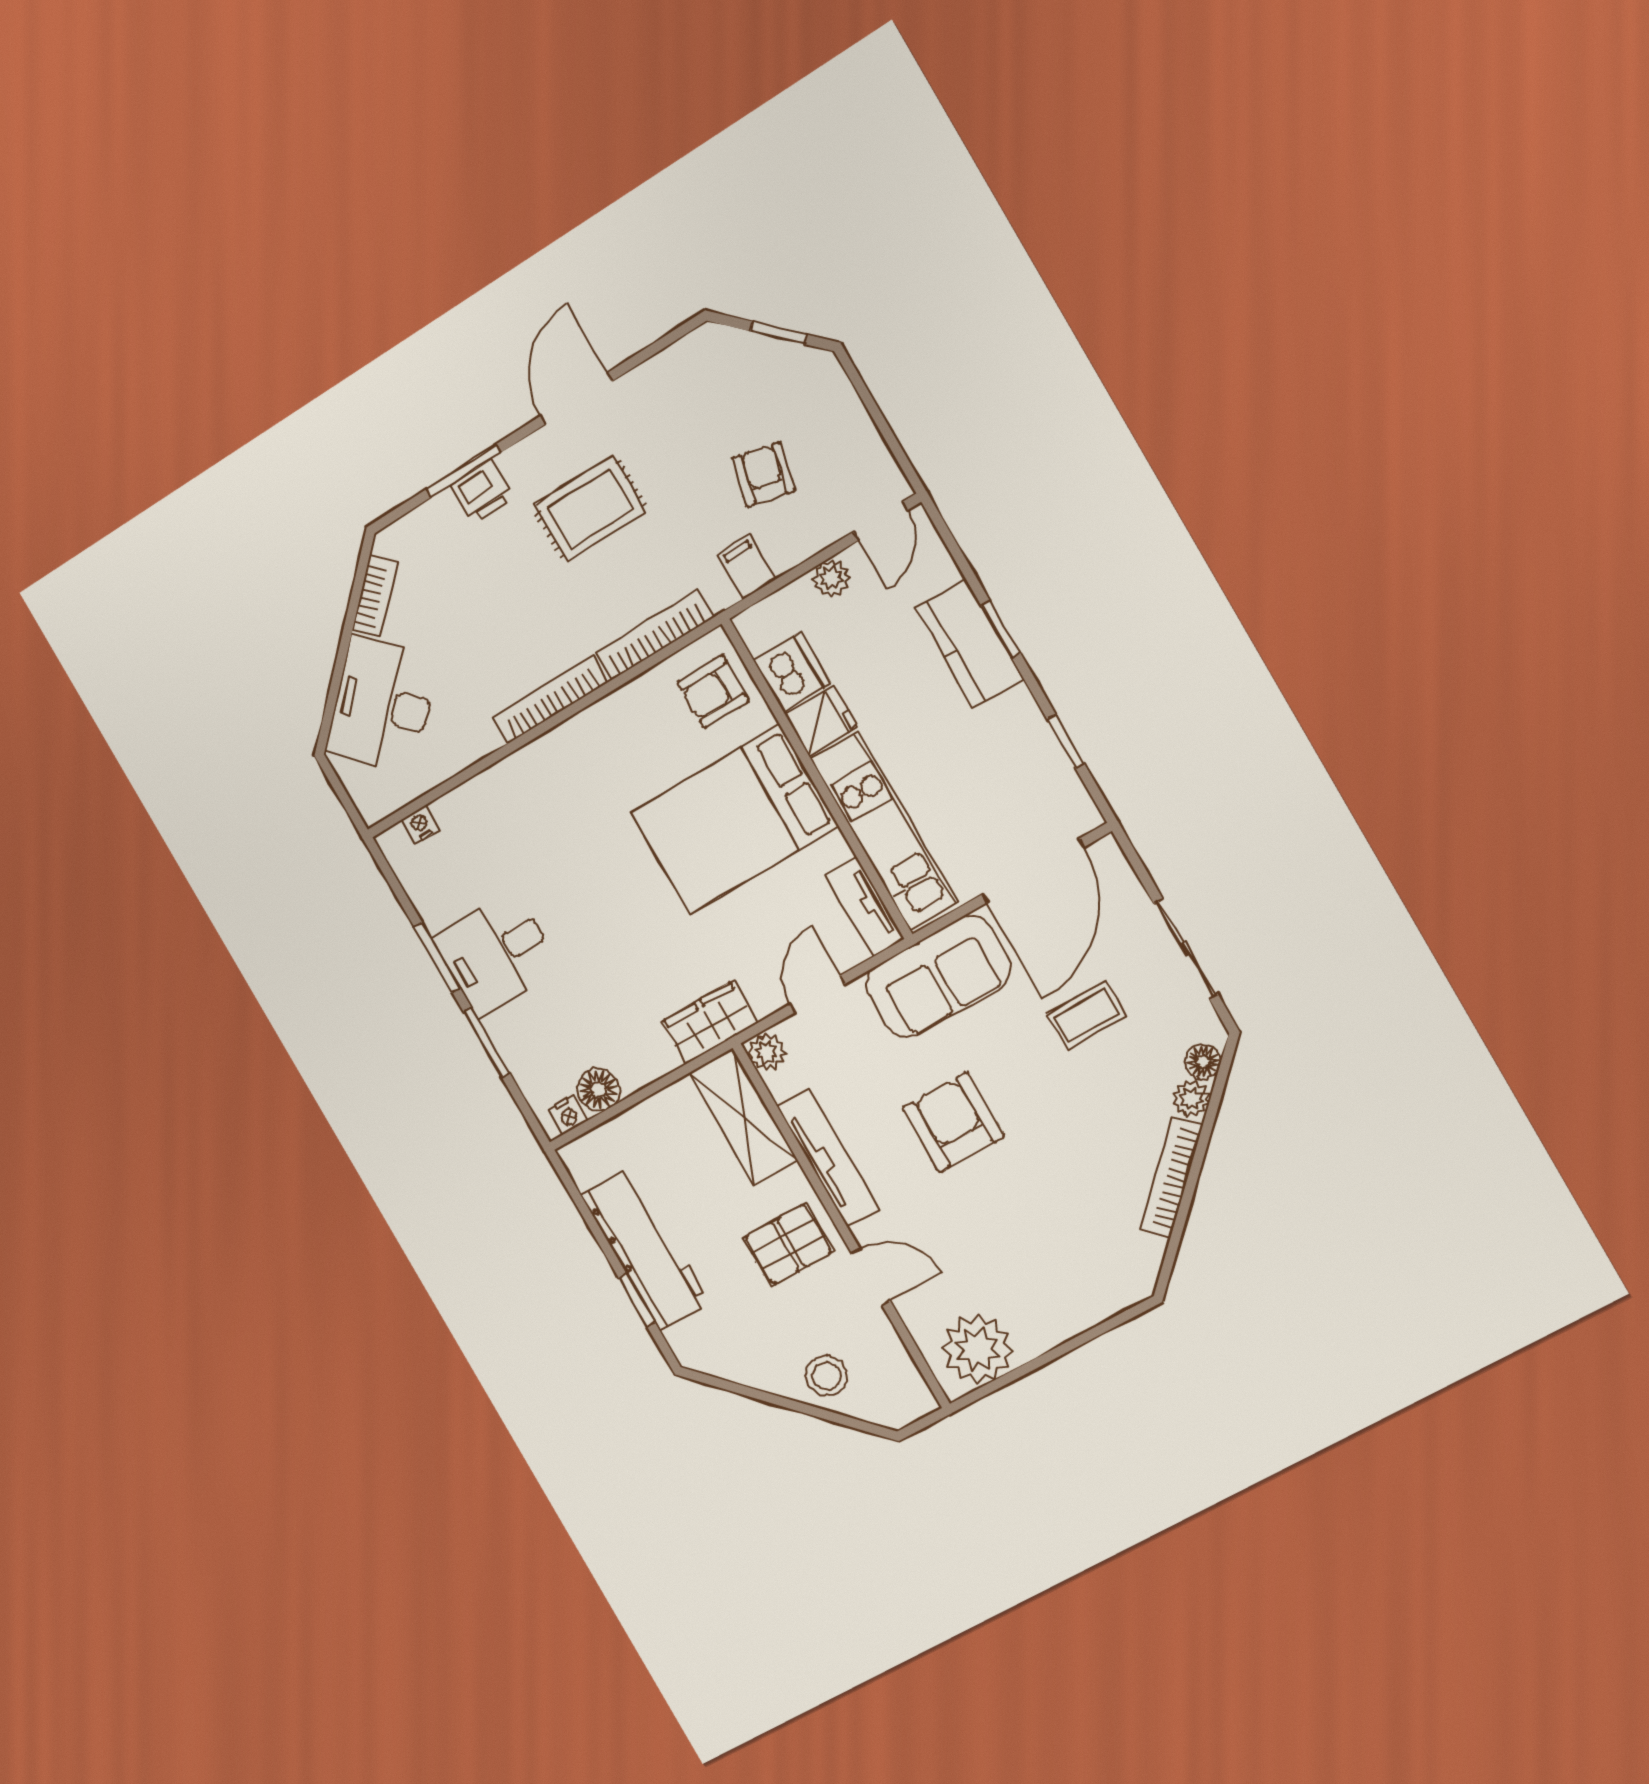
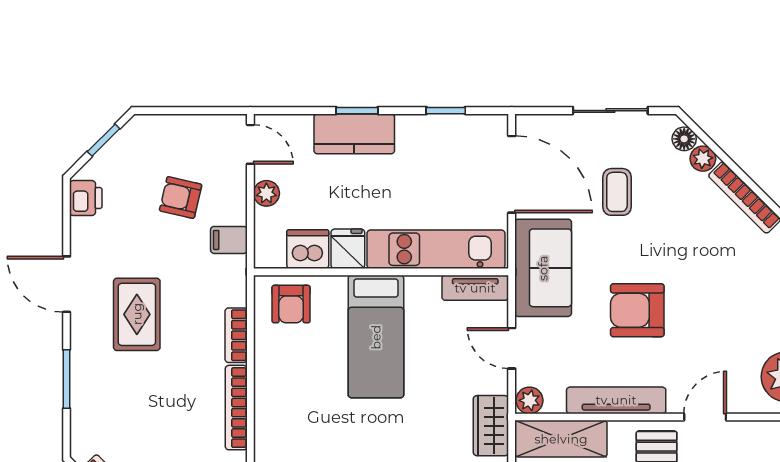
printer: (482, 491) -> (86, 198), moved
bookcase: (655, 635) -> (236, 335), width x0.64
bed: (735, 820) -> (376, 337), width x0.67

